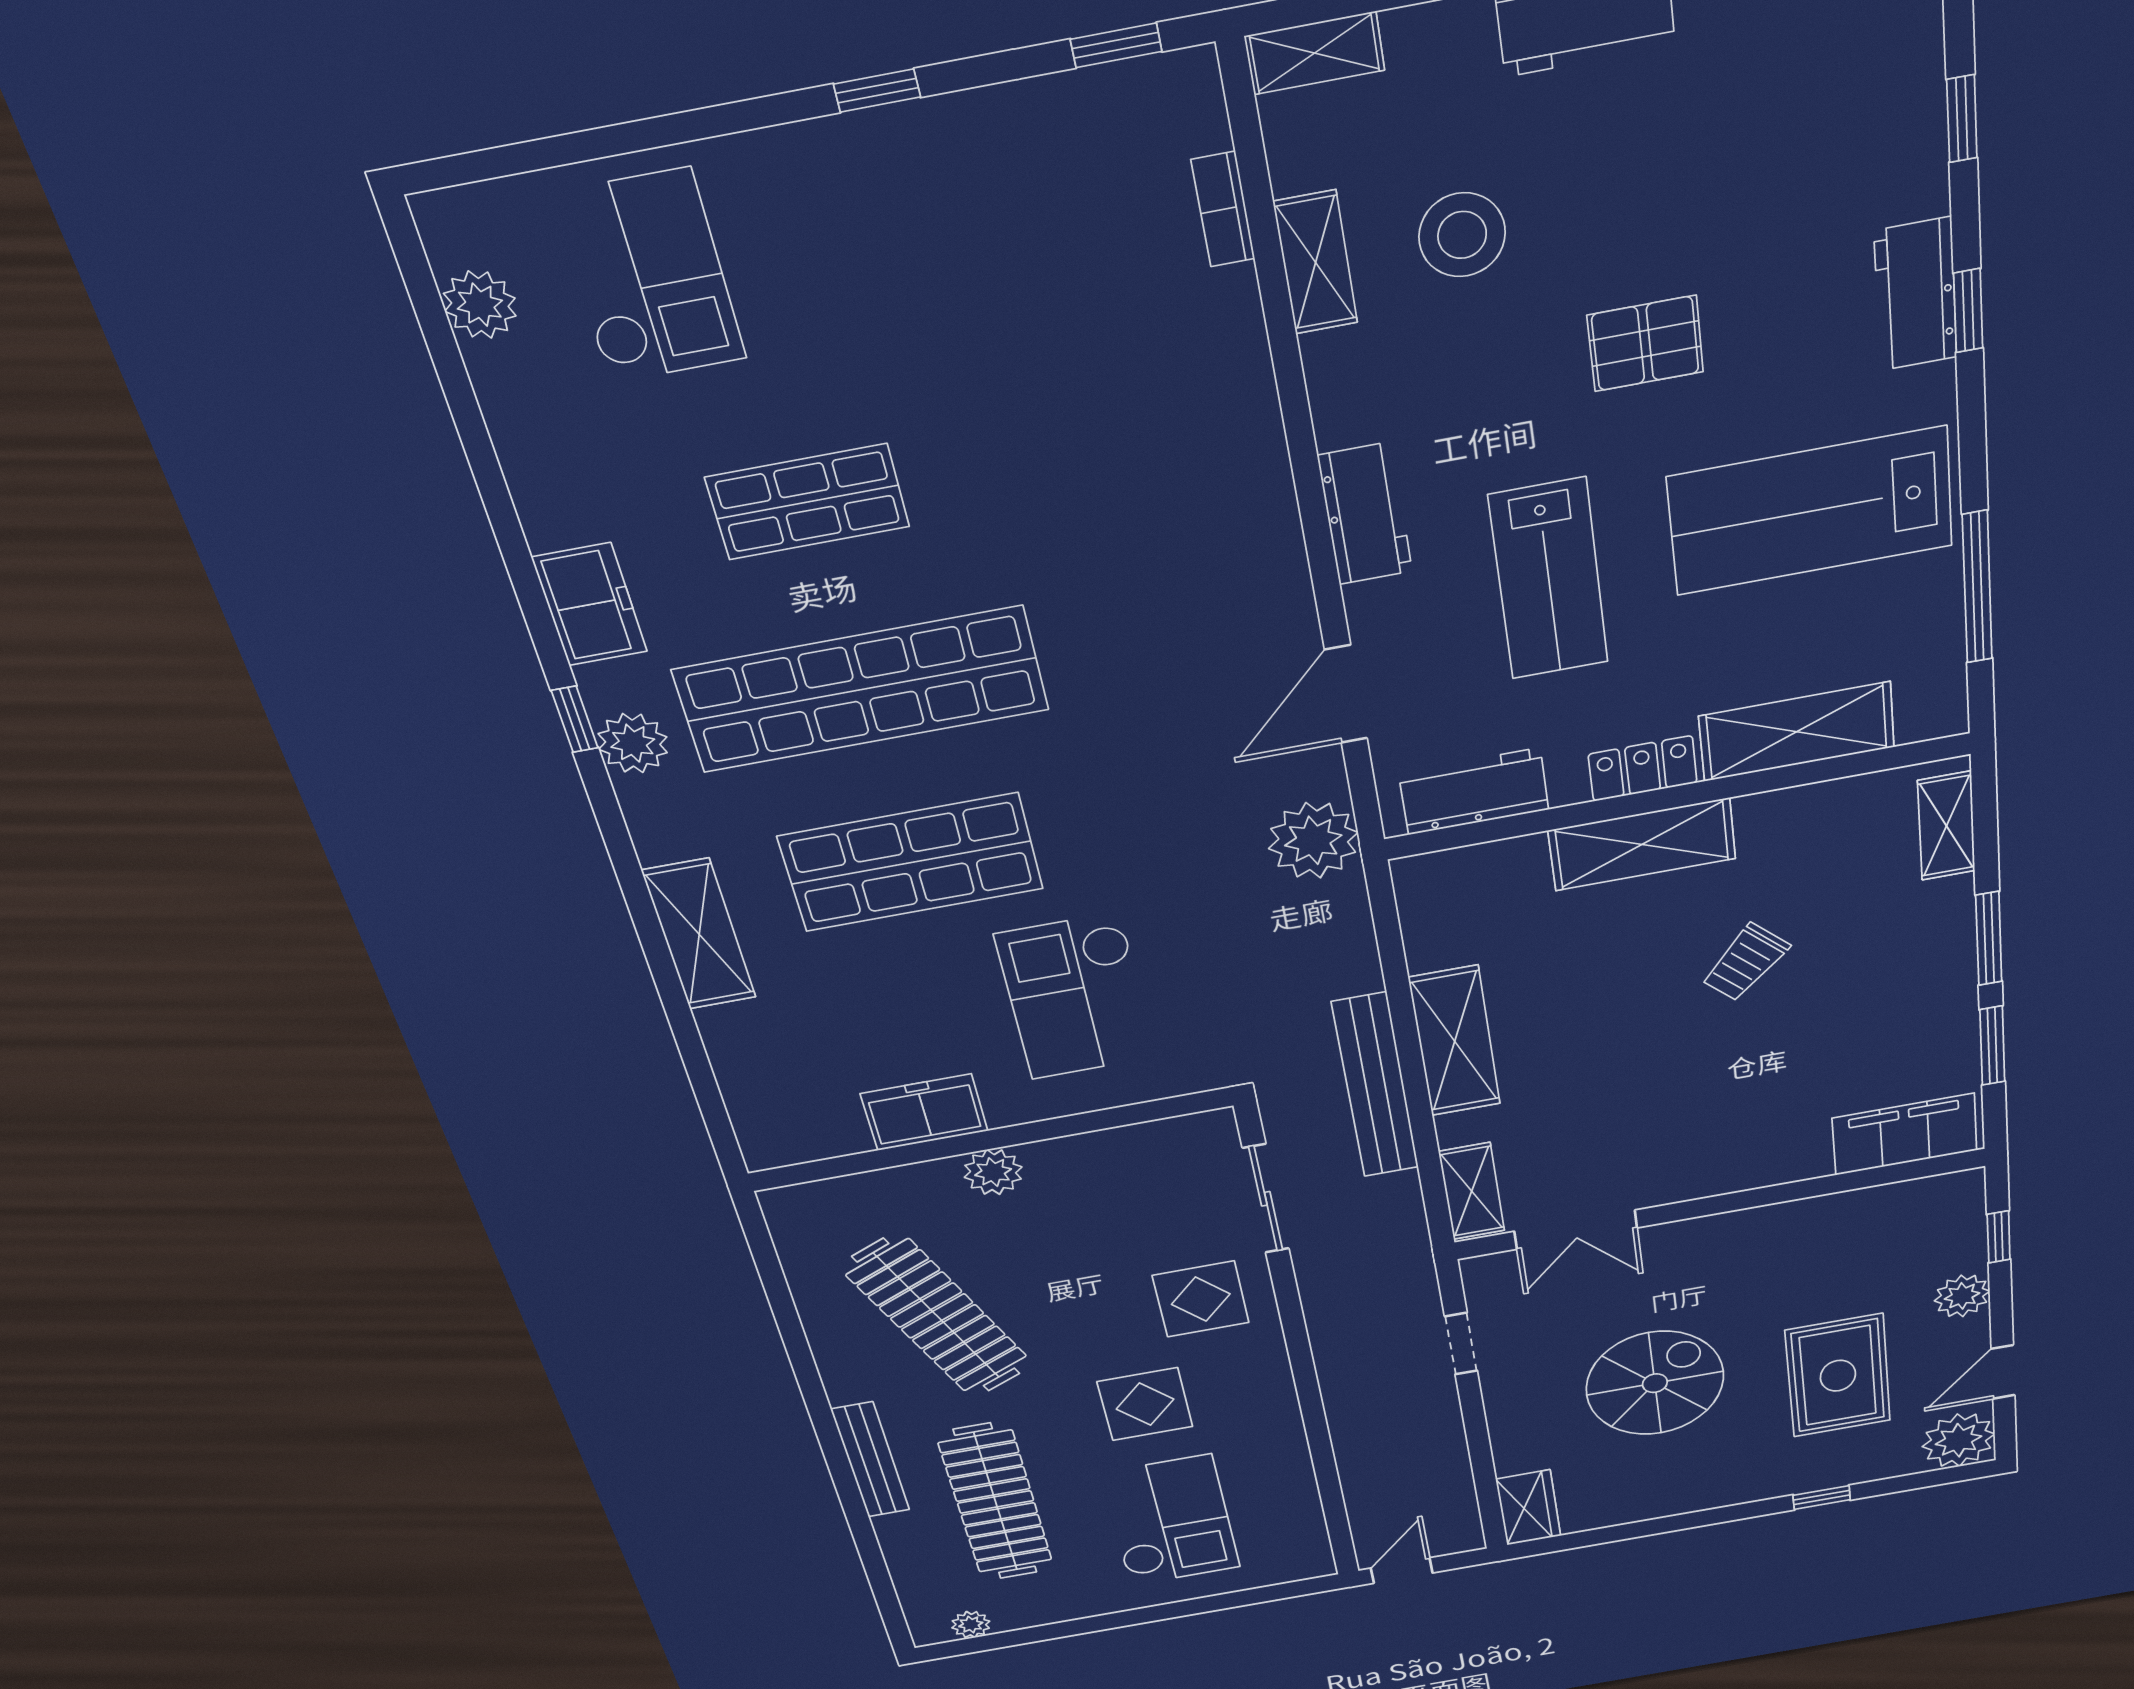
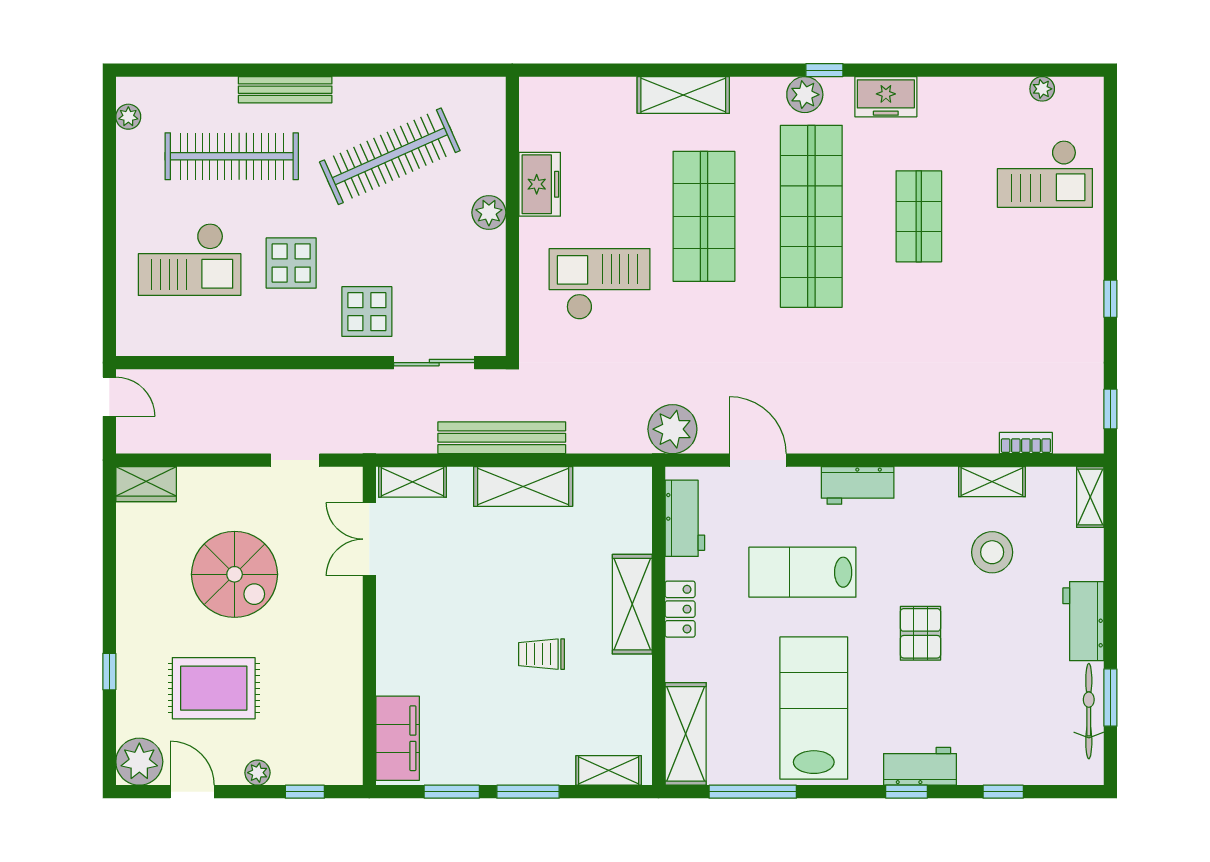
plant: (480, 305) -> (1042, 89), width x0.73, depth x0.73
shelving: (1797, 732) -> (686, 734), moved
trolley: (1745, 962) -> (542, 654), turned -44
plant: (1962, 1296) -> (258, 773), width x0.73, depth x0.73

